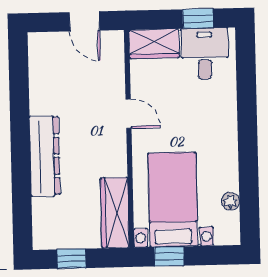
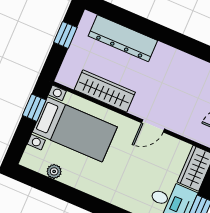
dresser: (45, 156) -> (123, 38), moved
wardrobe: (115, 213) -> (105, 91), moved

